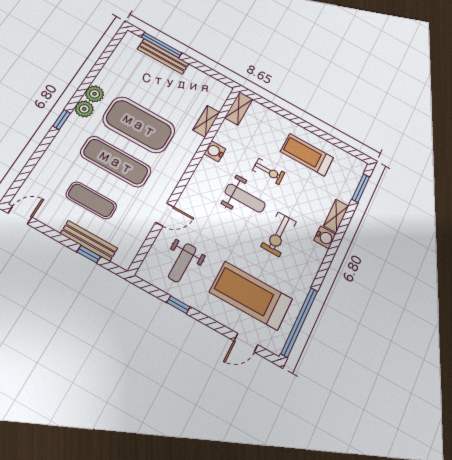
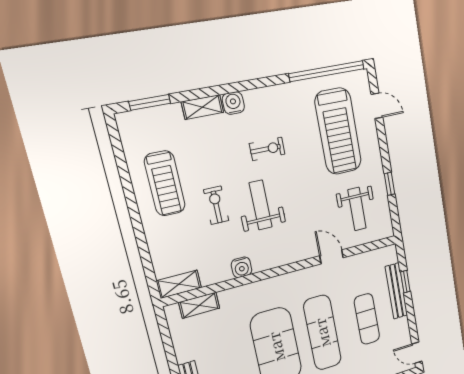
shelving: (206, 121) -> (199, 305), moved
exercise bike: (279, 234) -> (267, 149), width x0.73, depth x0.72
weight bench: (182, 263) -> (357, 209), turned 90

